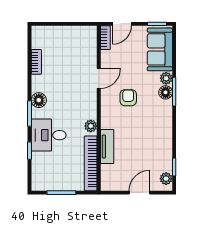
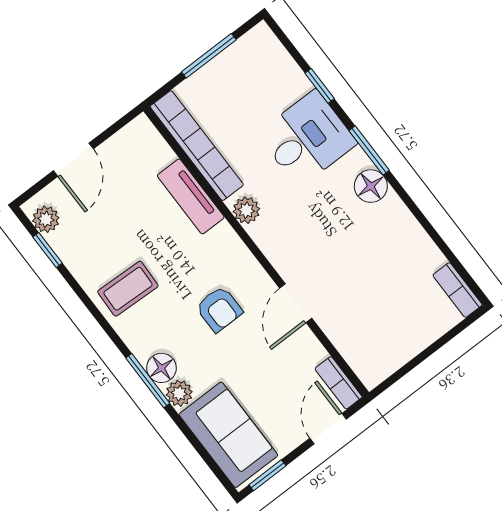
bookcase: (36, 62) -> (457, 290), moved
coffee table: (156, 130) -> (128, 289), added

